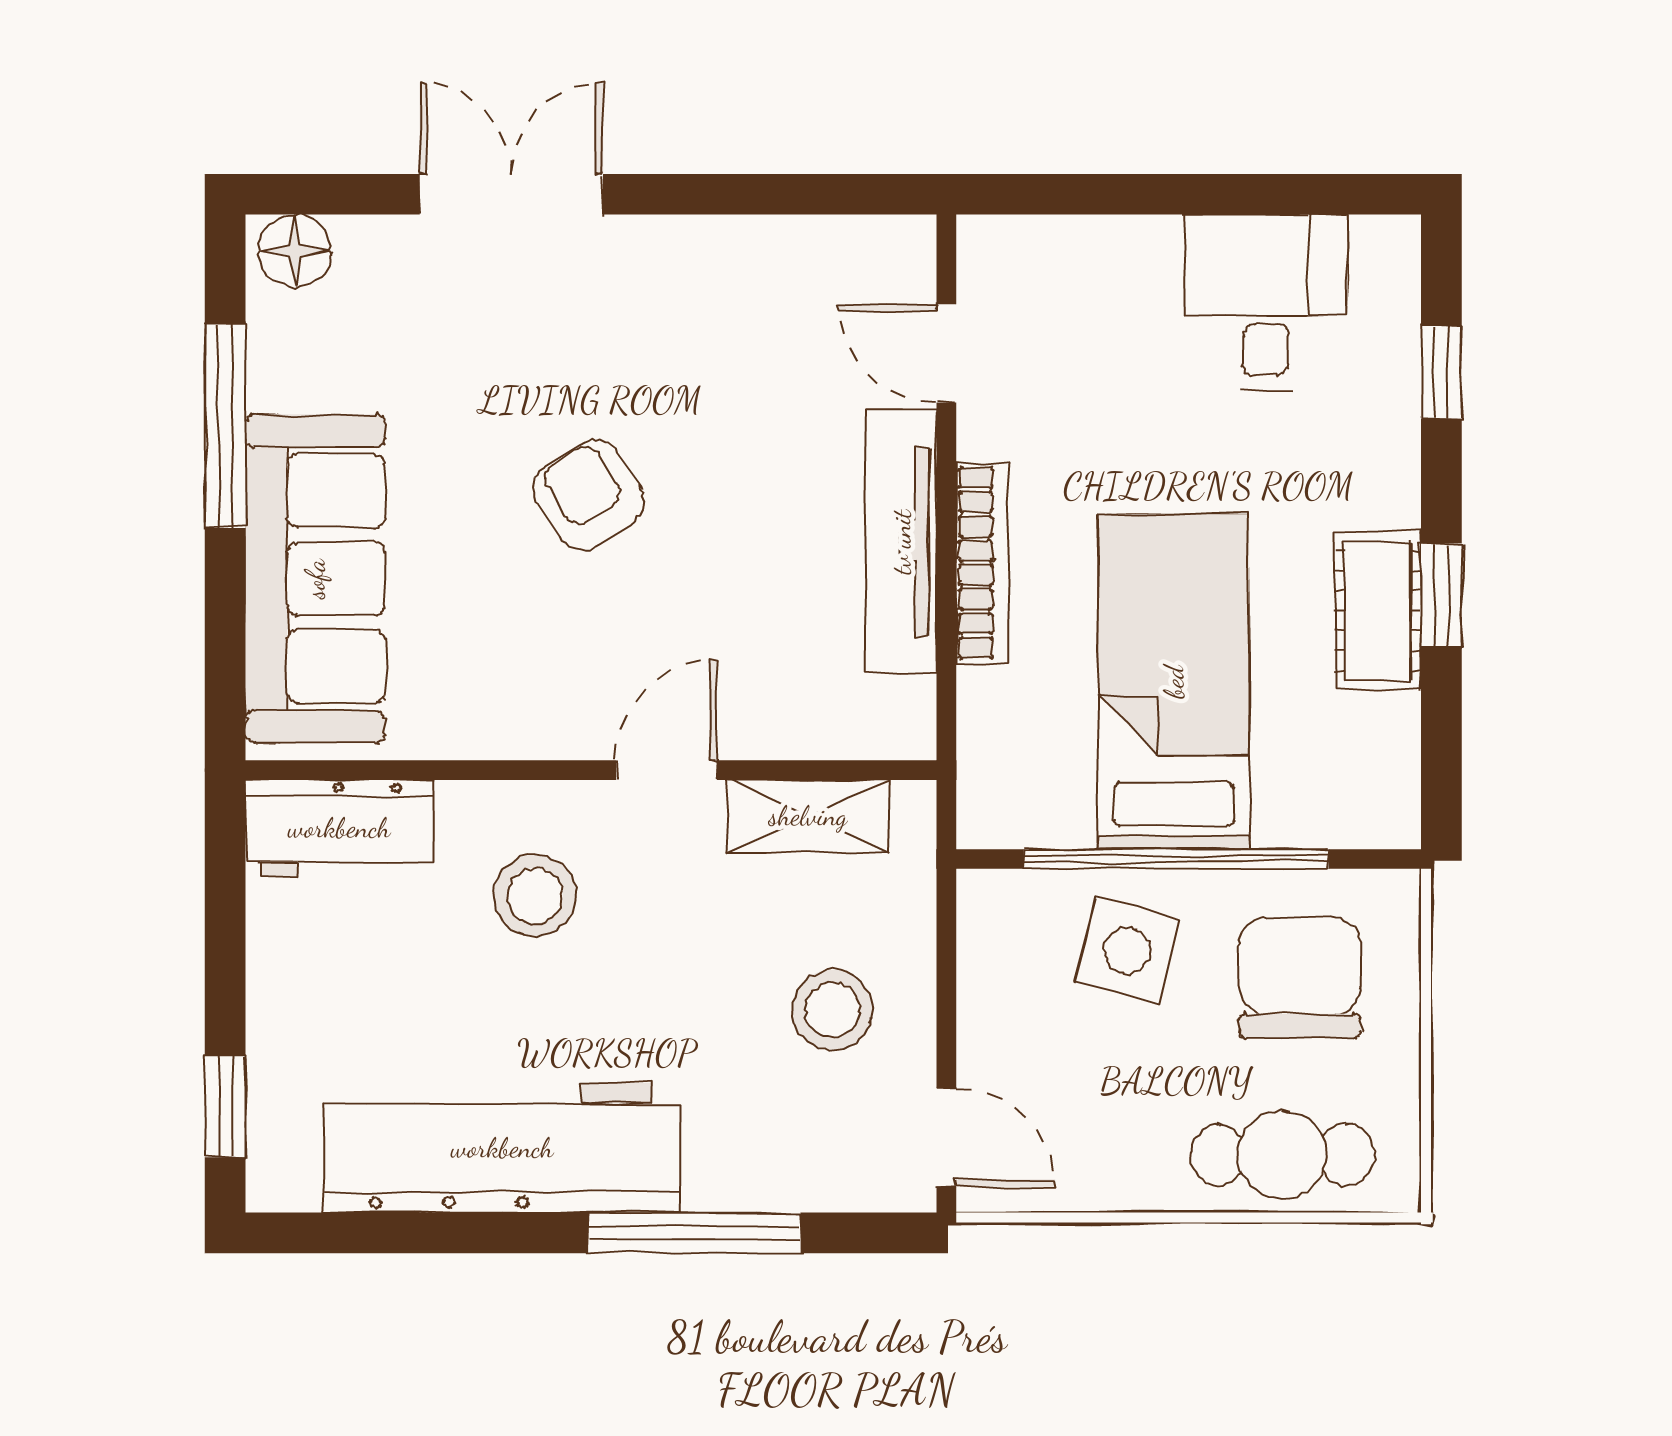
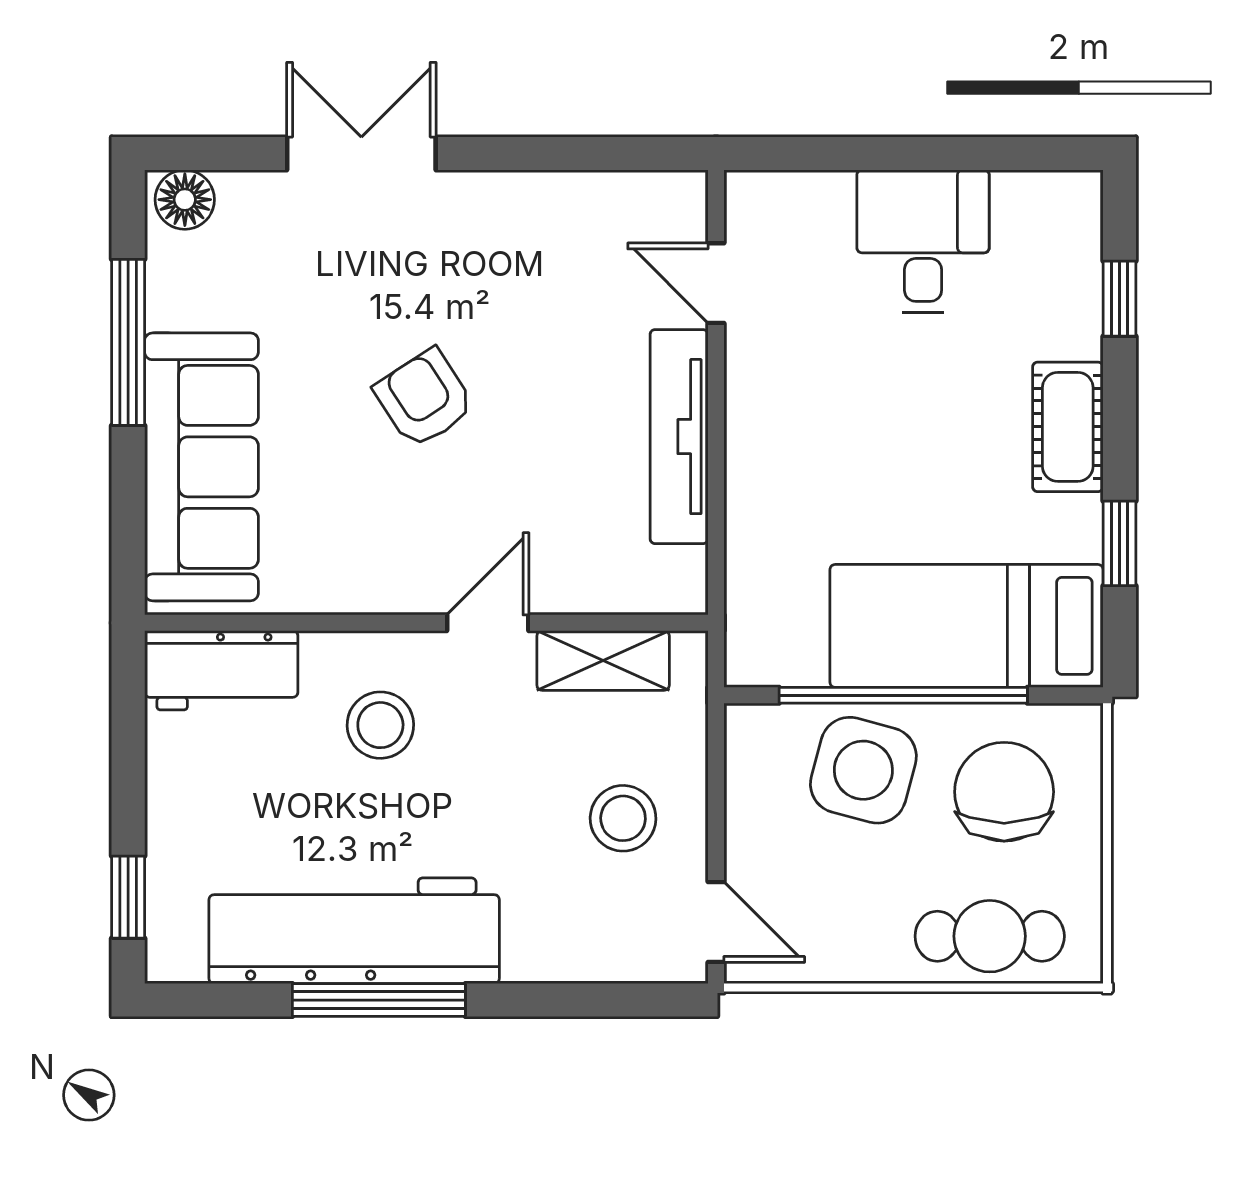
desk: (1266, 302) -> (923, 241), moved
bookcase: (982, 563) -> (745, 454), removed
window: (1441, 596) -> (1119, 543), moved
cot: (1378, 611) -> (1068, 427), moved
bed: (1174, 682) -> (966, 626), moved, turned -90
side table: (1127, 951) -> (863, 770), width x1.37, depth x1.37
window: (694, 1233) -> (379, 1000), moved

